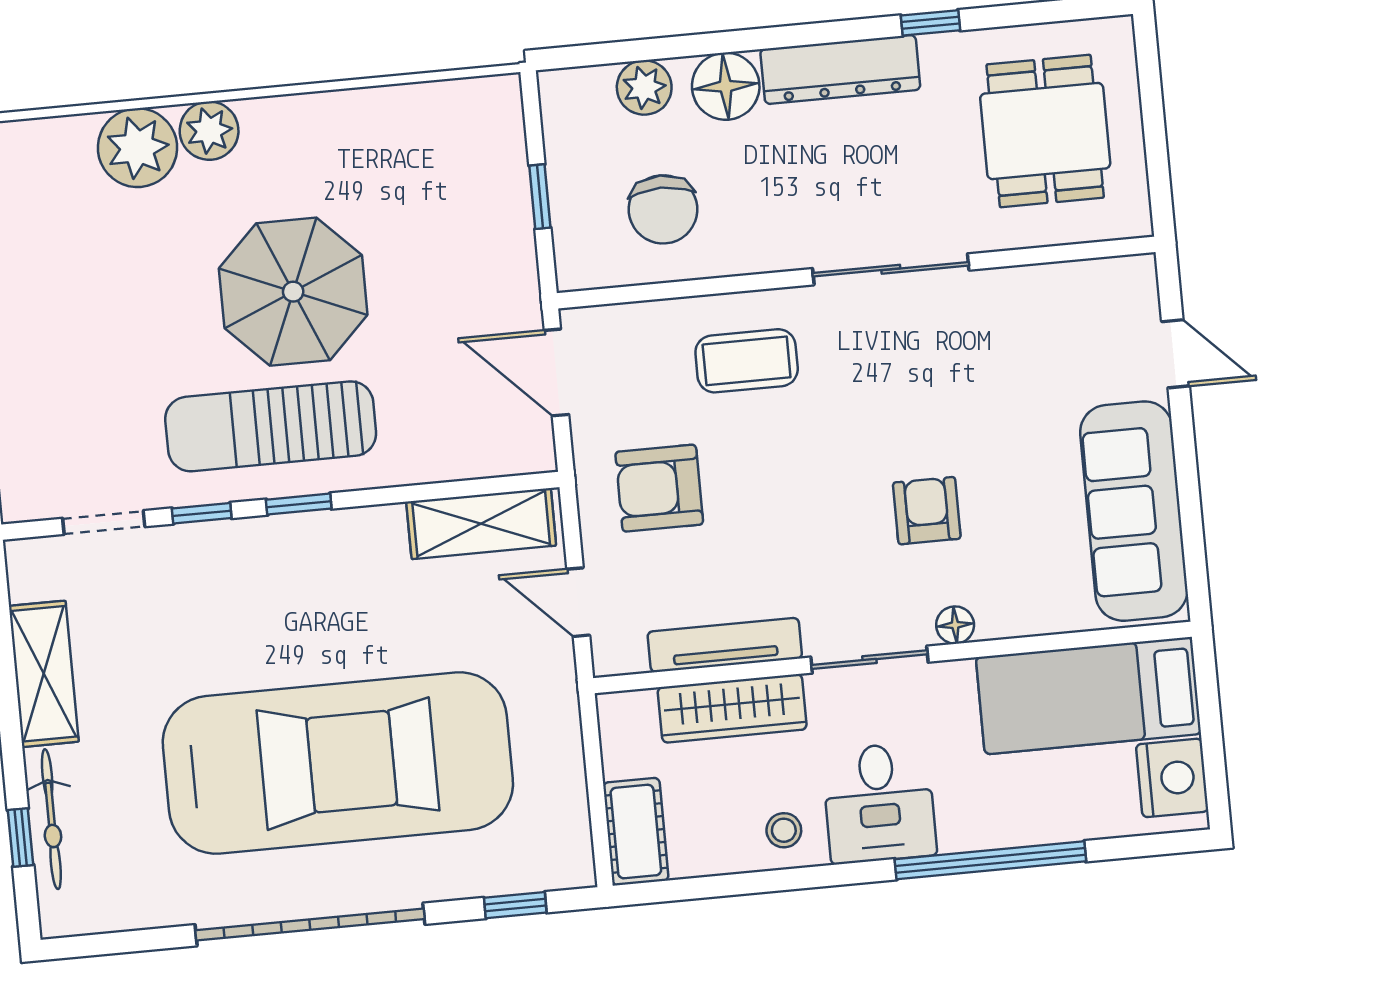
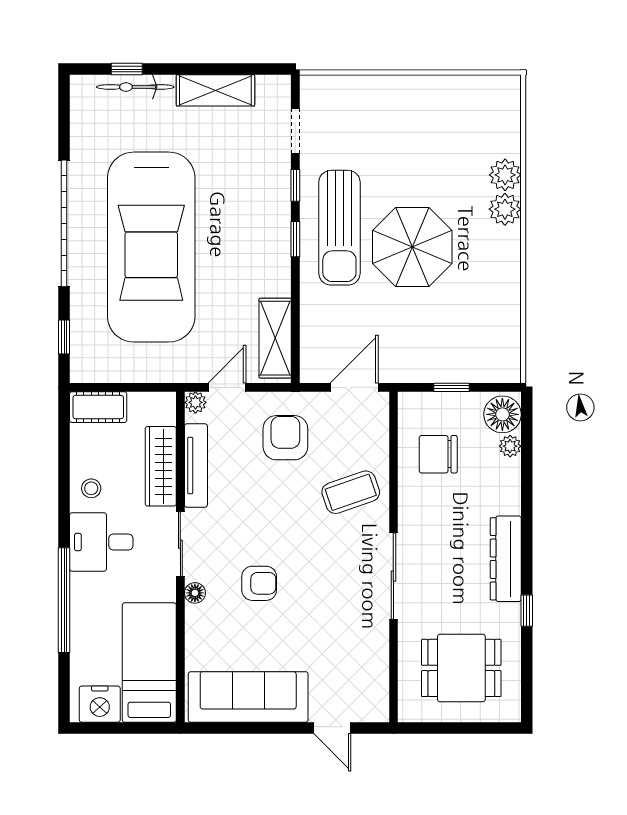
floor lamp: (726, 86) -> (502, 414), moved
plant: (644, 88) -> (510, 446), width x0.73, depth x0.73
plant: (138, 148) -> (505, 175), width x0.73, depth x0.73
door: (1176, 354) -> (332, 728), hinge flipped
coffee table: (747, 361) -> (351, 492), turned 71
sun lounger: (271, 426) -> (339, 228), turned 180
plant: (611, 657) -> (195, 402), added

